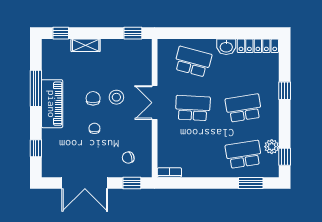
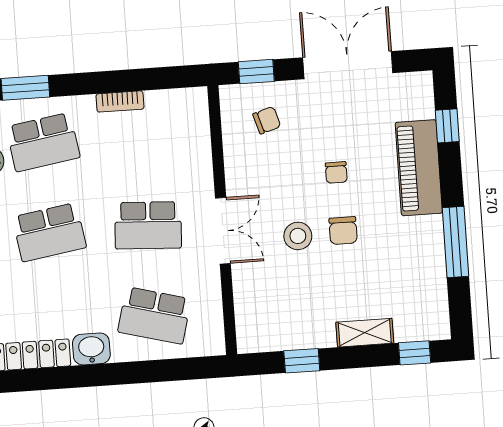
window: (133, 33) -> (302, 361), moved
piano: (52, 104) -> (419, 168), moved
bookcase: (169, 172) -> (120, 101), moved

